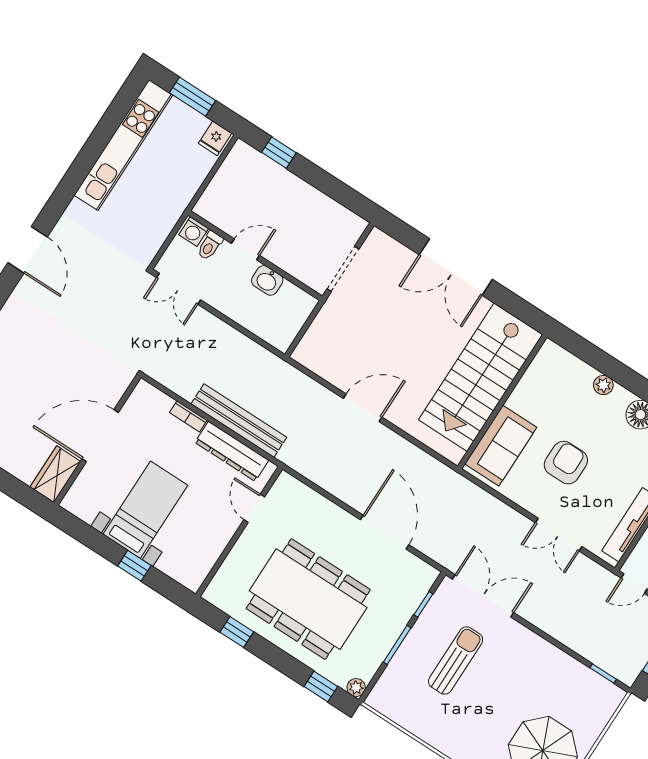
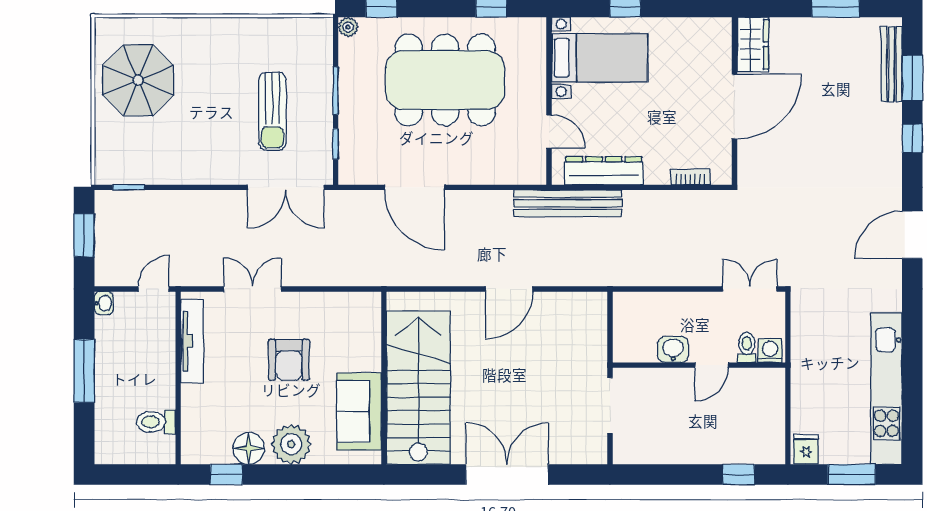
door: (28, 250) -> (912, 235), hinge flipped
plant: (603, 385) -> (291, 444), width x1.87, depth x1.87
bookcase: (188, 416) -> (690, 177), moved
bench: (239, 421) -> (568, 203), moved
sofa: (501, 446) -> (359, 412), moved
bed with nightstands: (145, 510) -> (600, 58), moved, turned -90

